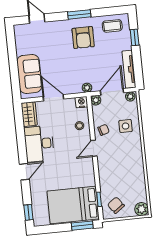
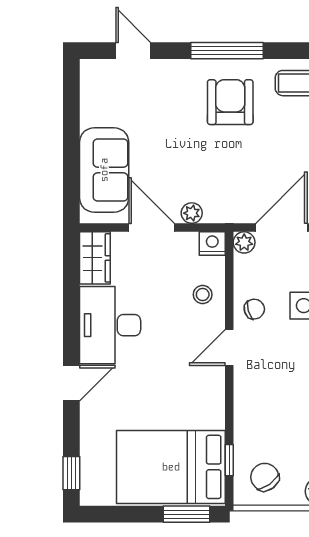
window: (79, 14) -> (227, 51), width x1.44
armchair: (83, 38) -> (230, 102), turned 180
plant: (87, 88) -> (192, 213), moved

